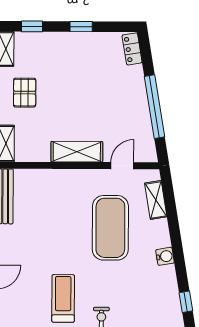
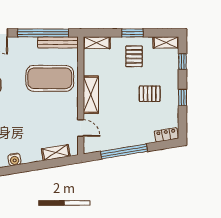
pallet: (76, 71) -> (150, 94), added
pallet: (25, 93) -> (134, 56), turned 90
exercise mat: (110, 228) -> (50, 78), moved

